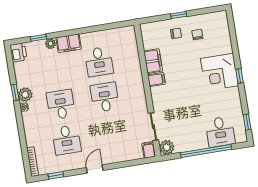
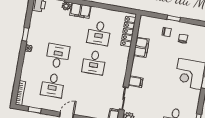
locker: (132, 48) -> (128, 31), added
filing cabinet: (156, 79) -> (136, 82), moved
plant: (25, 95) -> (33, 39), removed
desk: (105, 97) -> (94, 62), turned 180

